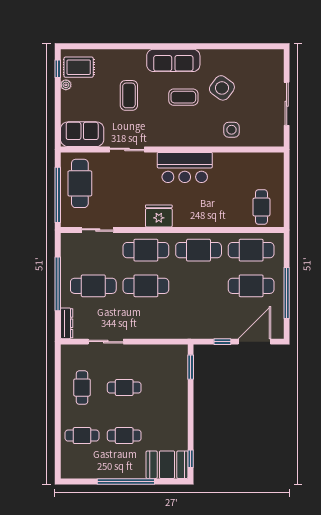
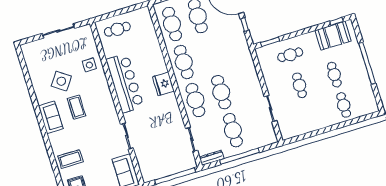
sofa: (173, 60) -> (51, 117), width x0.73
coffee table: (129, 95) -> (70, 159), moved
bar counter: (185, 167) -> (125, 83), width x1.36
cafe table: (80, 183) -> (162, 163), removed
cafe table: (261, 207) -> (117, 29), moved
fridge: (159, 216) -> (163, 84), moved
dresser: (67, 323) -> (212, 158), moved
cafe table: (82, 388) -> (290, 55), moved
booth: (167, 465) -> (333, 36), moved, turned 90

